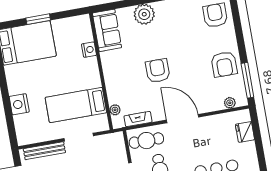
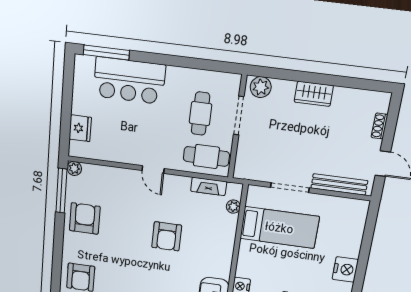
plant: (230, 103) -> (74, 168), moved
nightstand: (19, 104) -> (345, 269), moved
door: (183, 119) -> (153, 170), width x0.53

